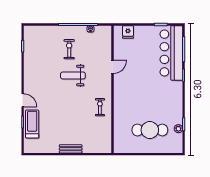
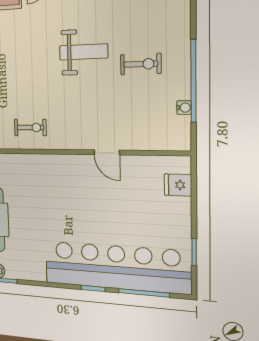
bar counter: (171, 53) -> (116, 267), width x1.36
weight bench: (73, 75) -> (84, 52), moved, turned 90

